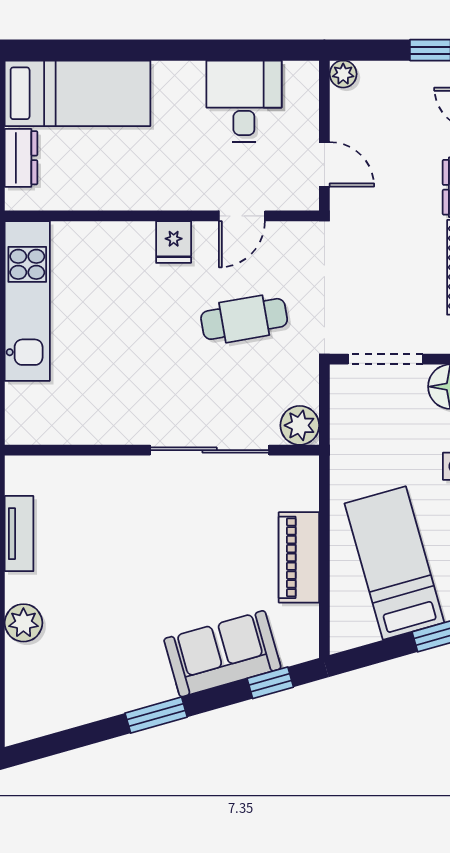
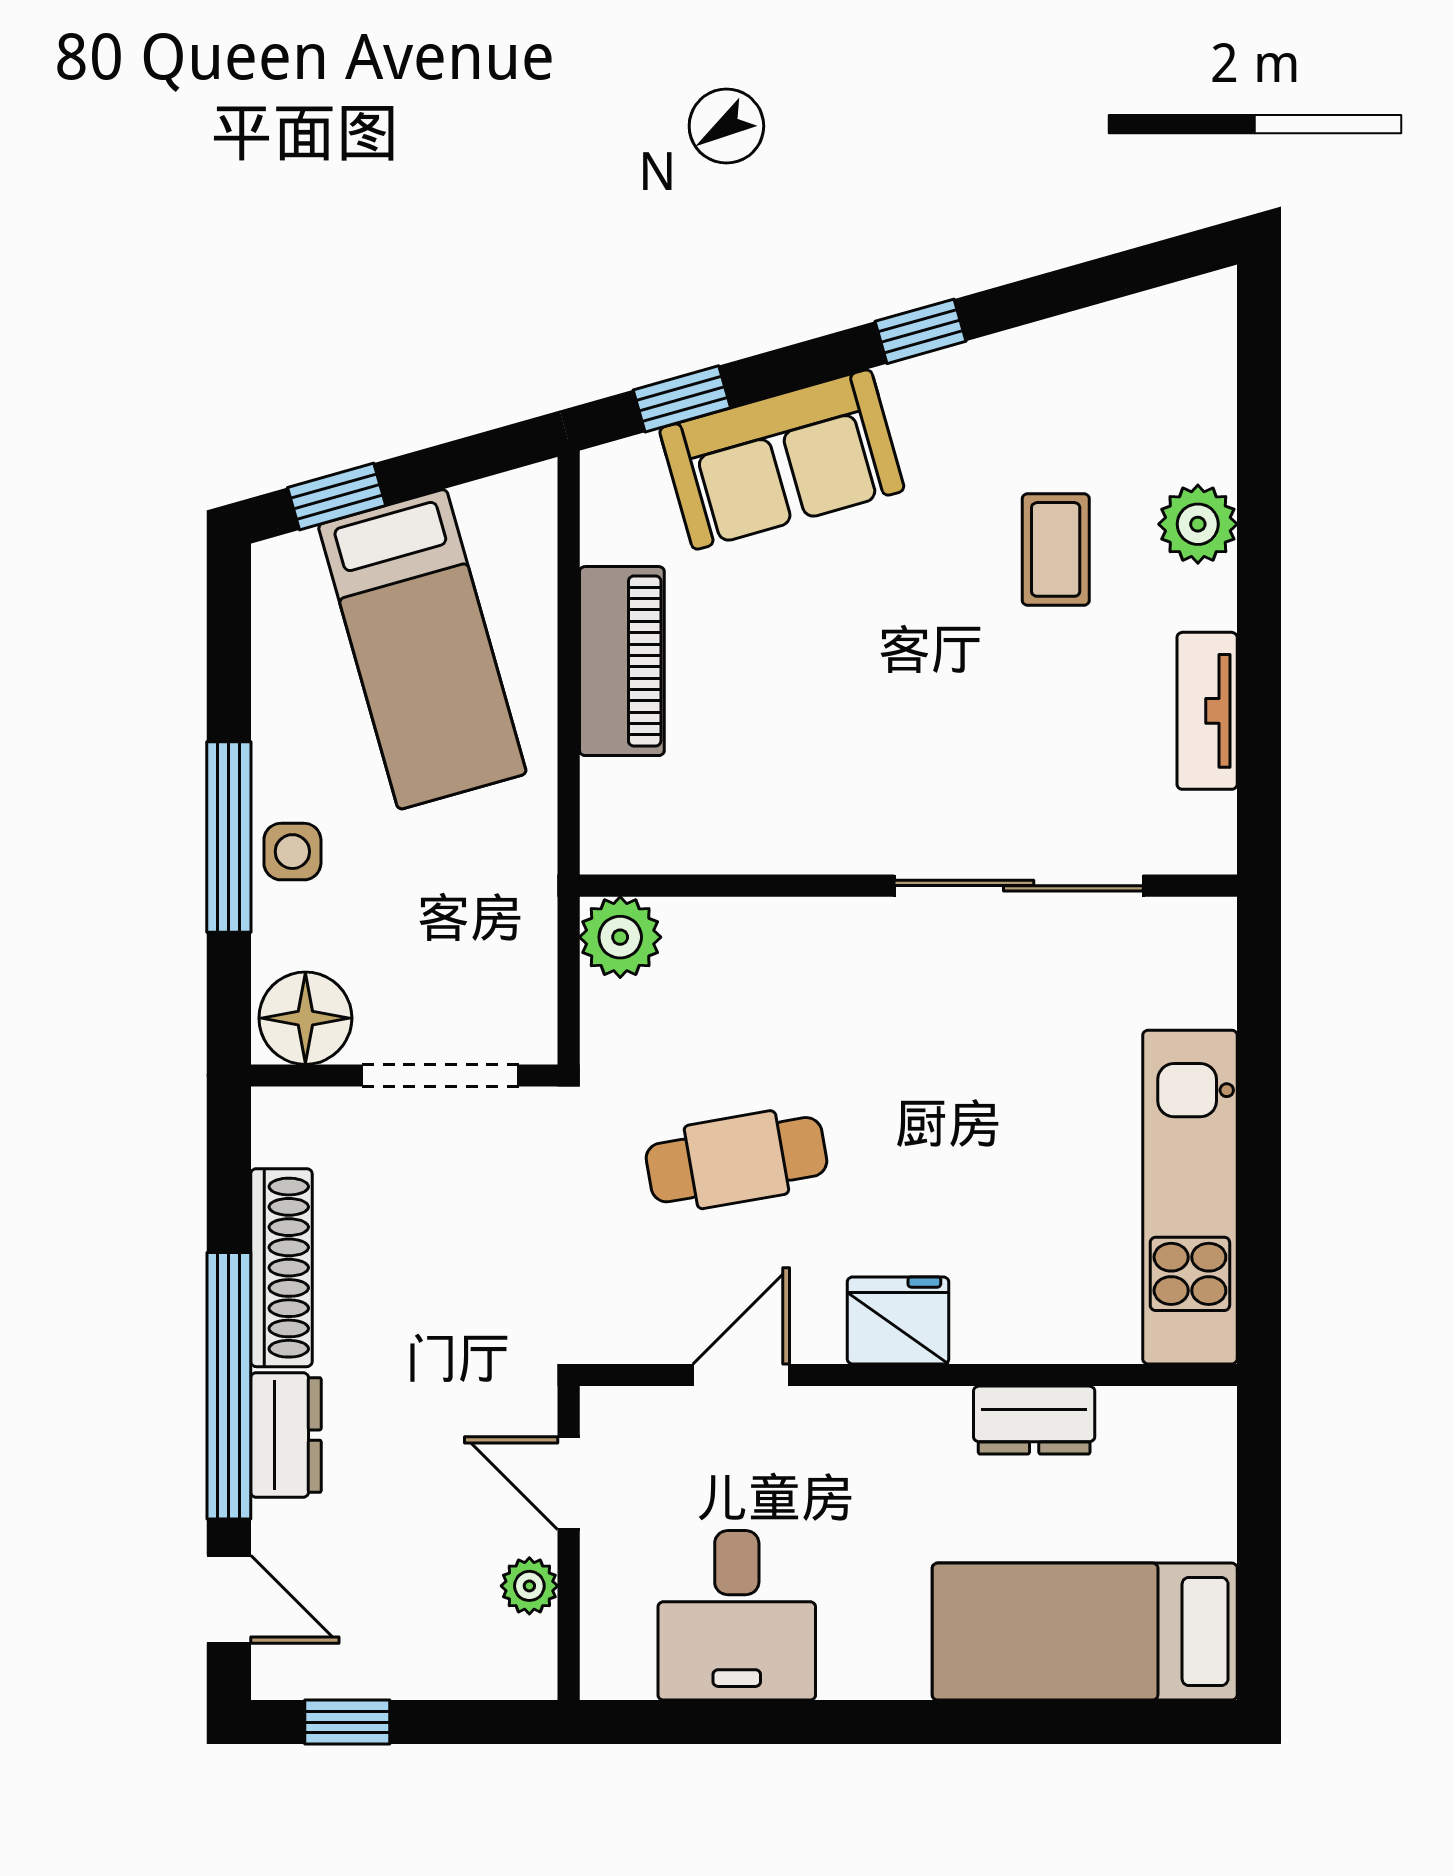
plant: (343, 74) -> (529, 1586), moved
dresser: (21, 158) -> (1034, 1420), moved, turned -90
fridge: (174, 242) -> (898, 1320), width x1.38
sliding door: (210, 450) -> (1019, 886), moved
coffee table: (91, 611) -> (1056, 549), added
window: (156, 715) -> (921, 331), width x0.67

